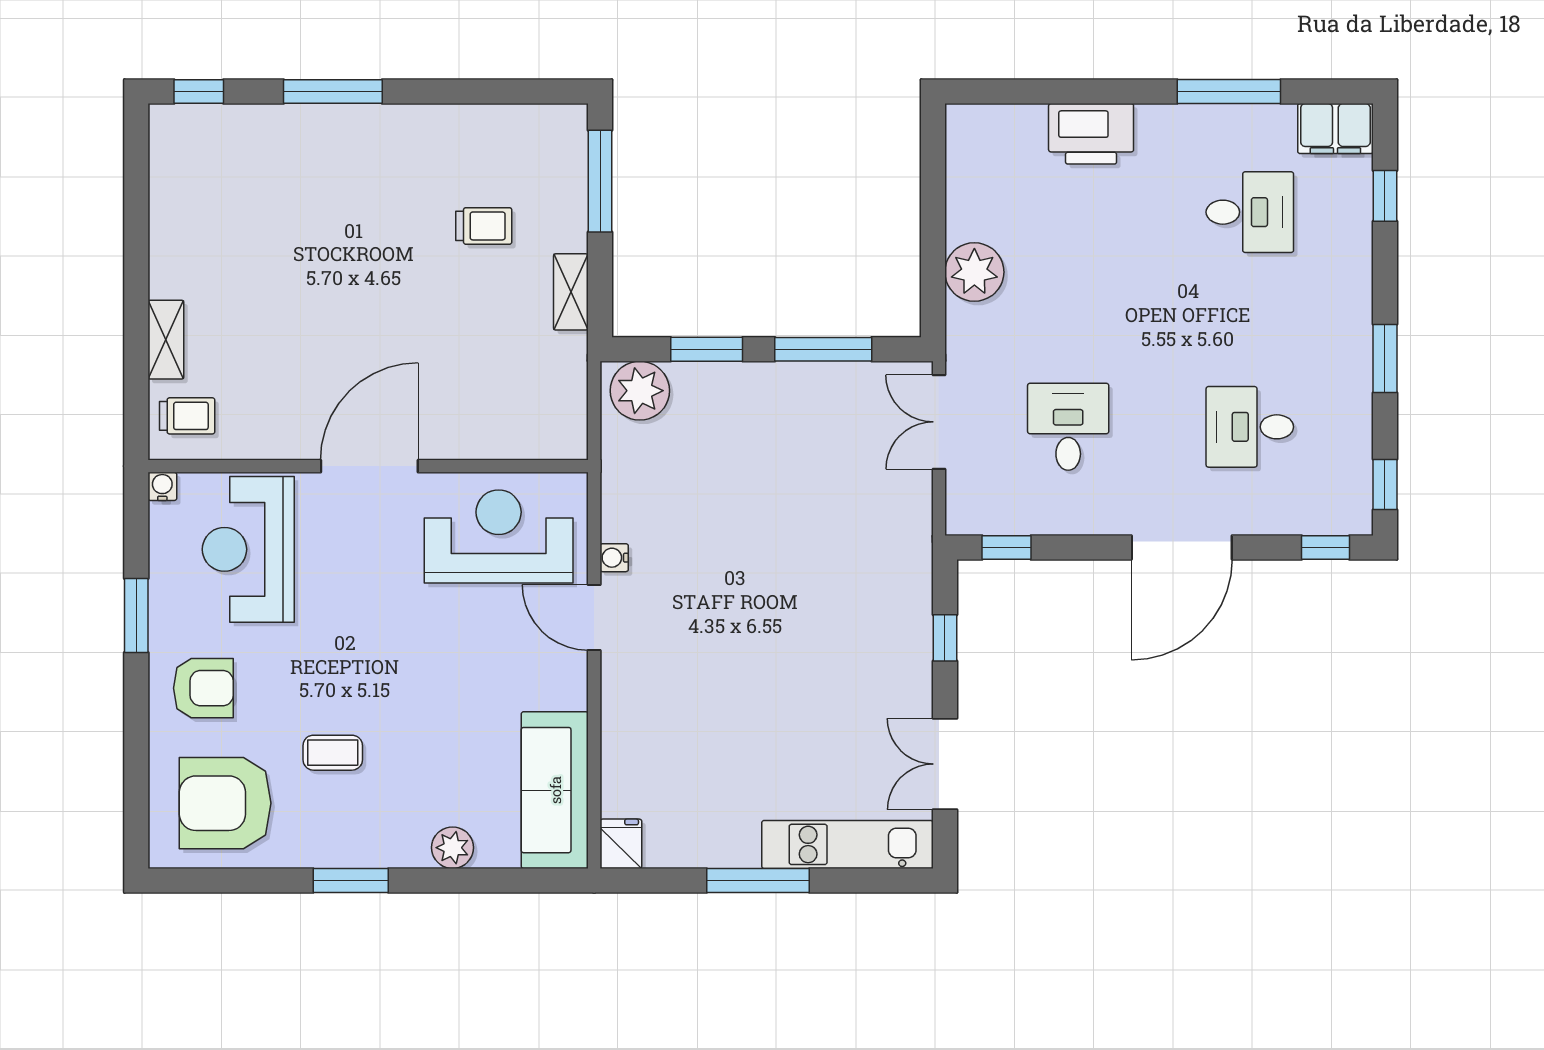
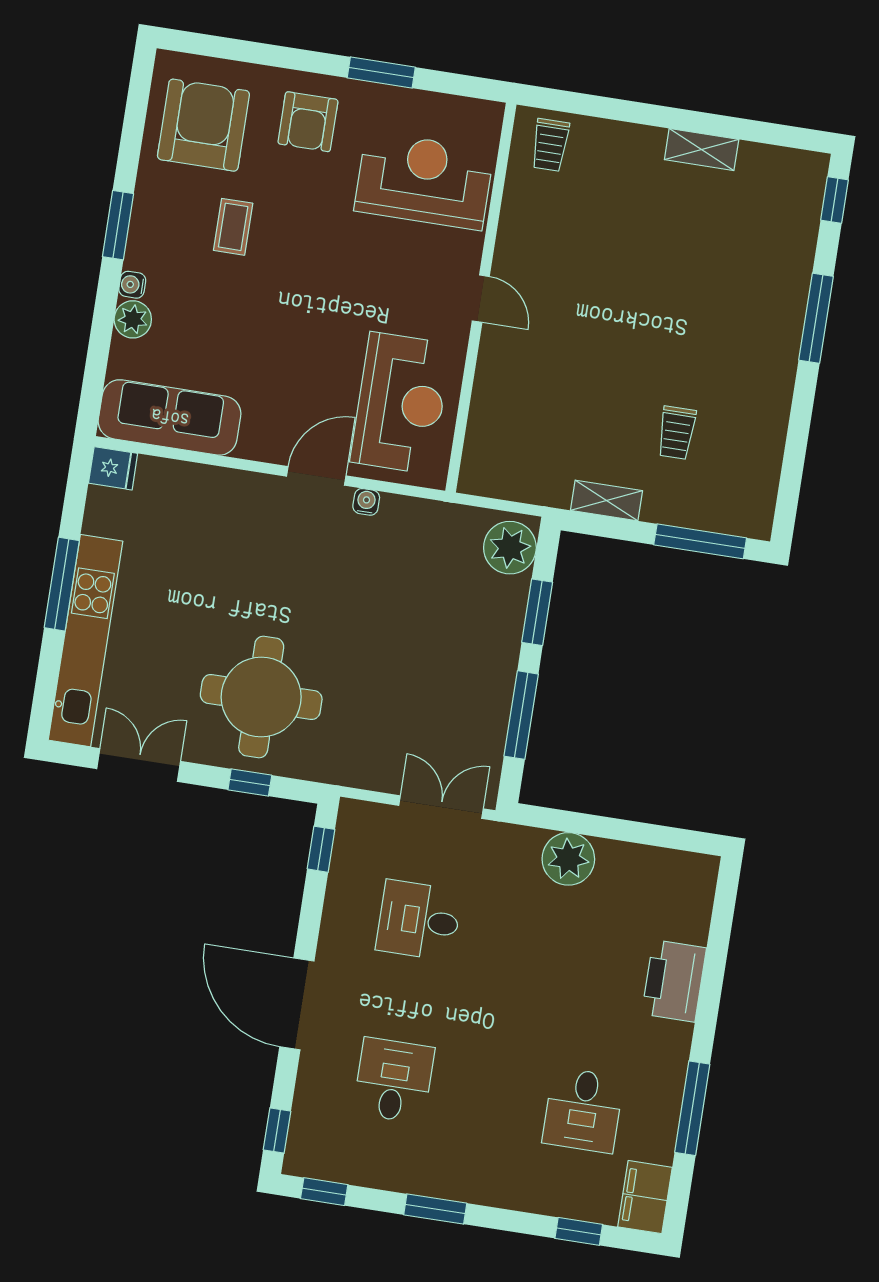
shelving: (166, 340) -> (702, 150), moved
desk: (1068, 427) -> (419, 920), turned 180
door: (369, 466) -> (481, 299), width x0.53
water cooler: (162, 486) -> (132, 285), moved, turned 180
round table: (848, 640) -> (261, 697), added
kitchen unit: (847, 844) -> (85, 641), width x1.36

